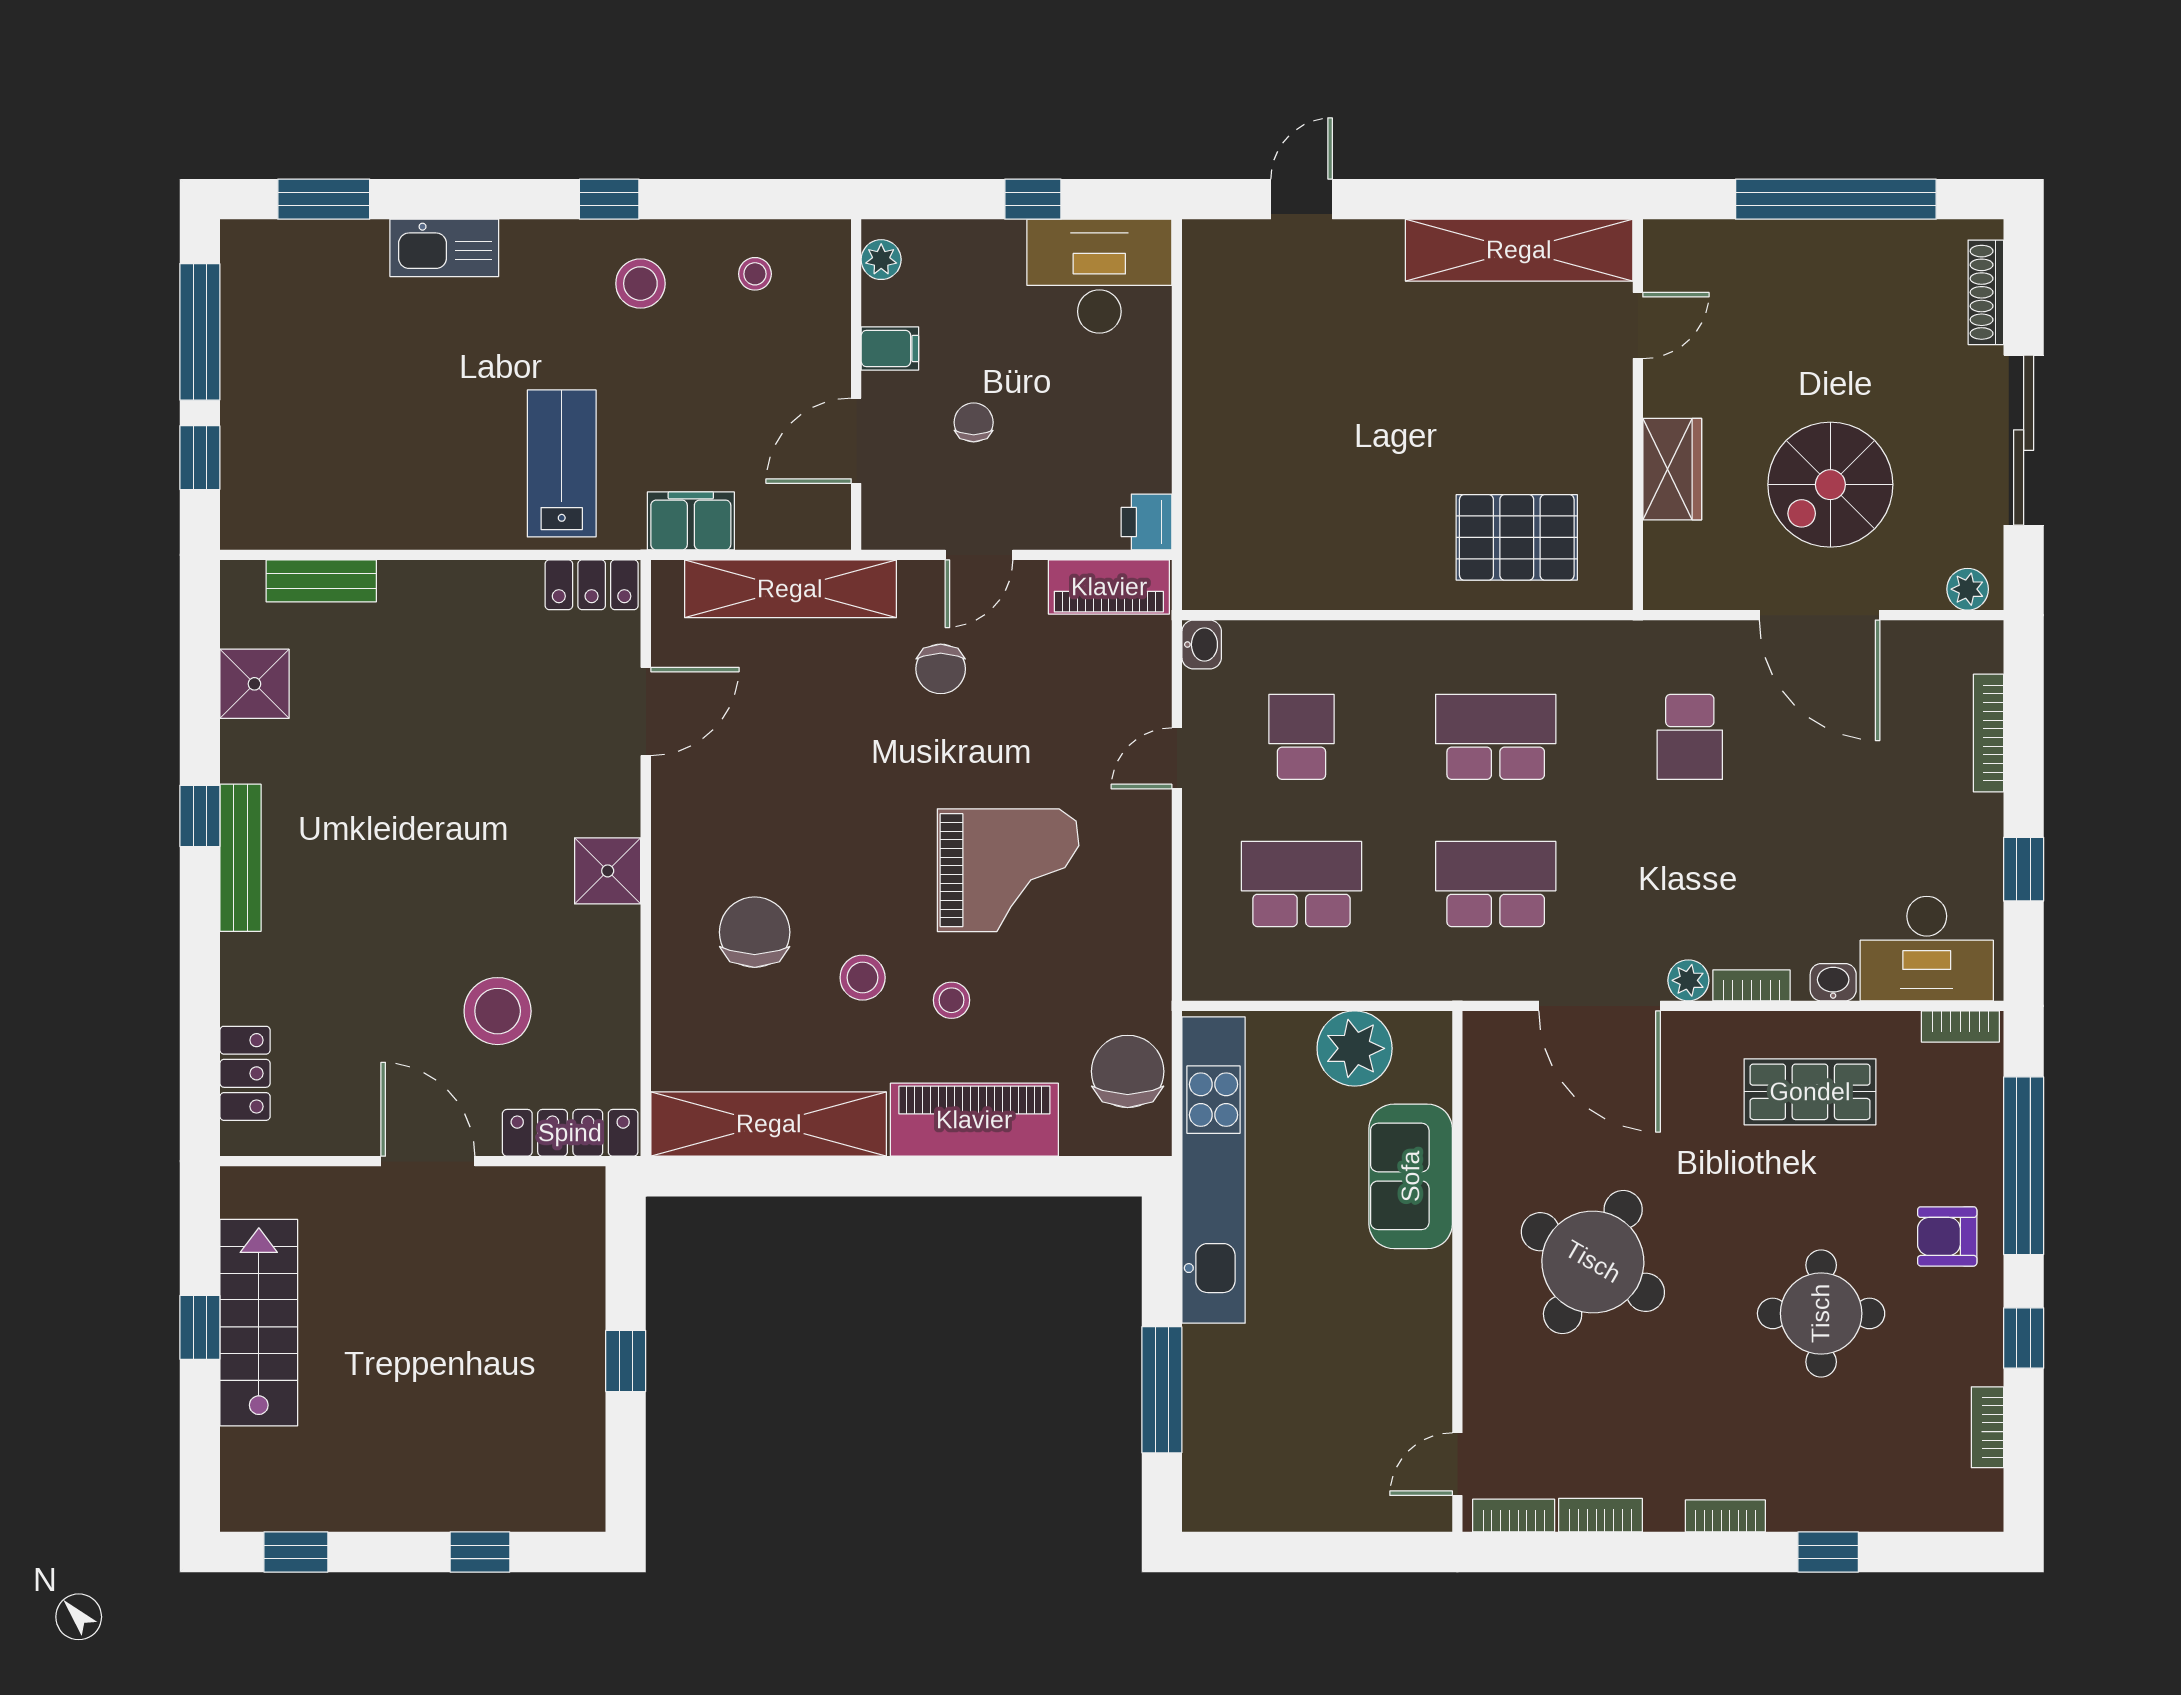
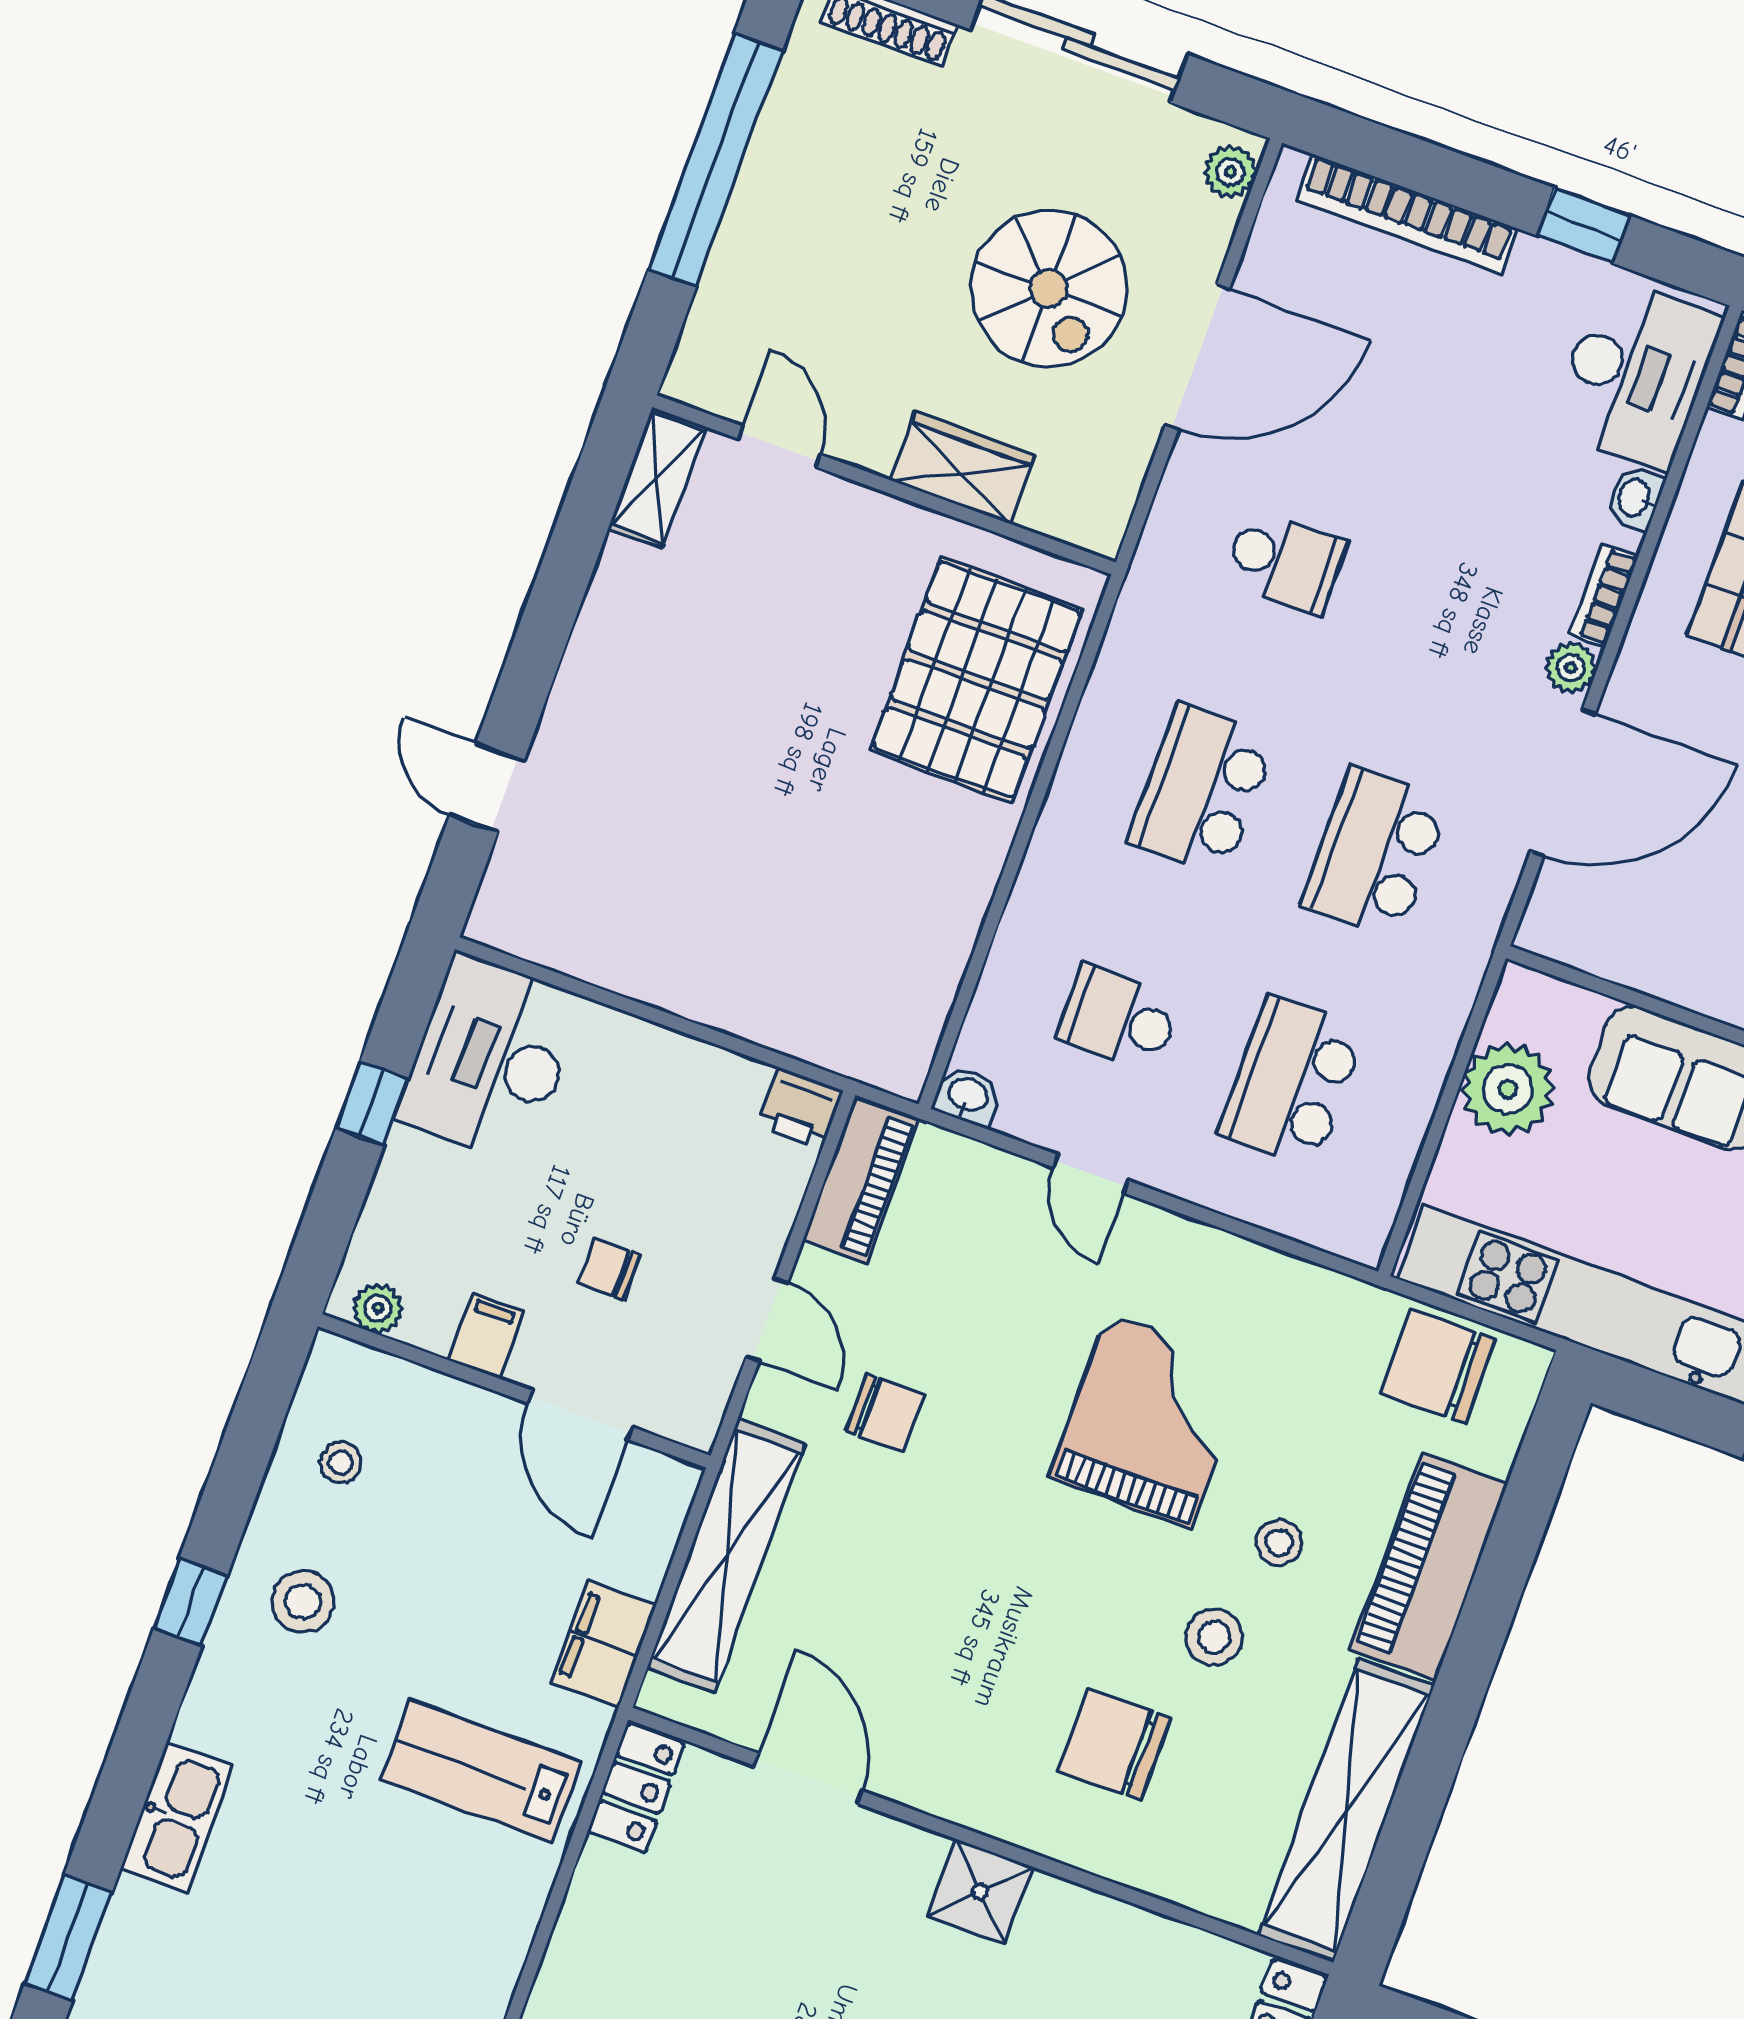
shelving: (1519, 250) -> (657, 478), width x0.45, depth x0.75
pallet: (1517, 537) -> (977, 680), width x1.37, depth x1.41
bookcase: (1989, 733) -> (1407, 214), width x1.48, depth x1.31

